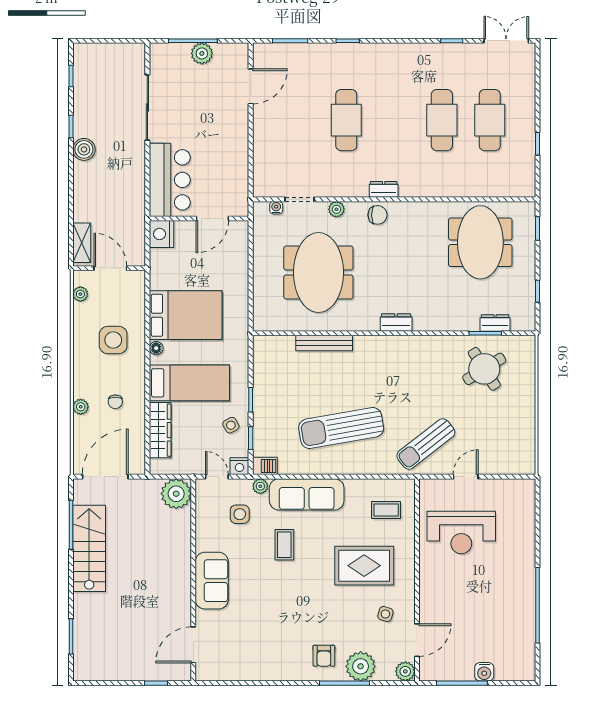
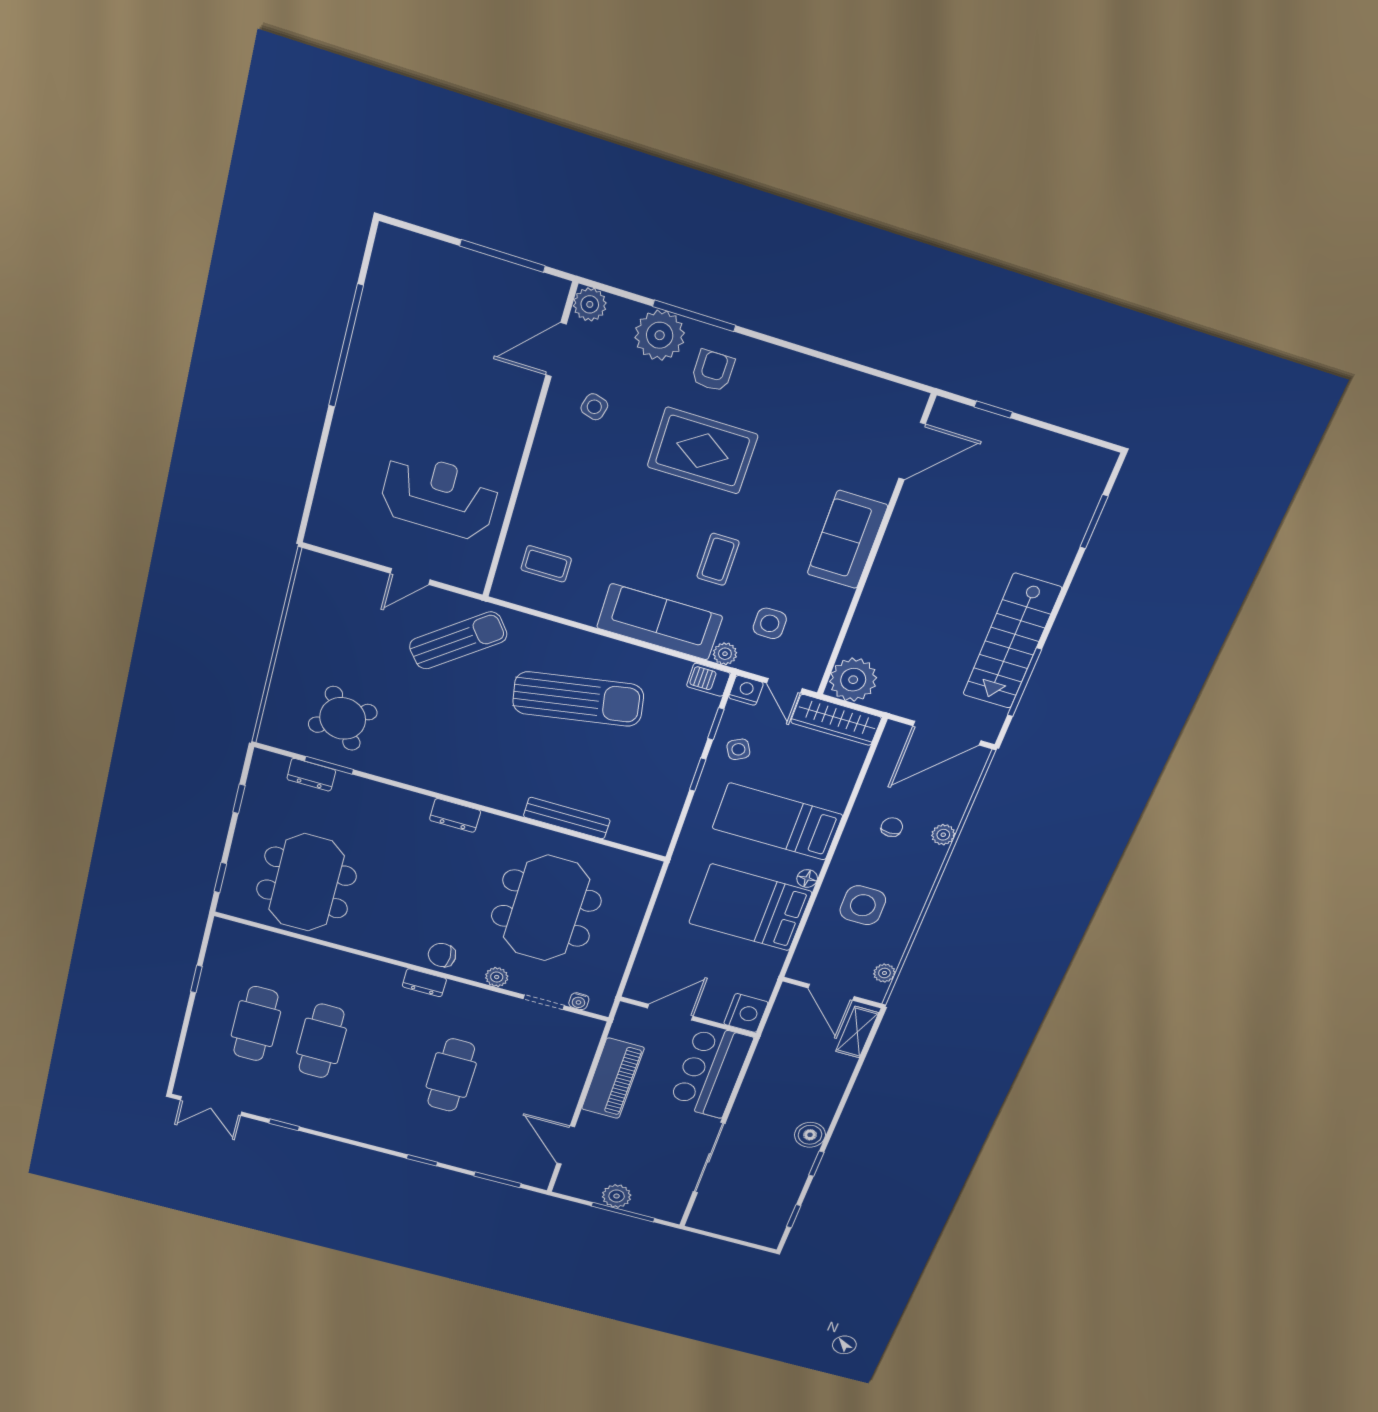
door: (251, 86) -> (566, 1145), hinge flipped
piano: (235, 153) -> (613, 1078), added
wardrobe: (160, 430) -> (836, 720), moved, turned -90
rug: (364, 566) -> (702, 451), moved
water cooler: (484, 672) -> (460, 263), removed

